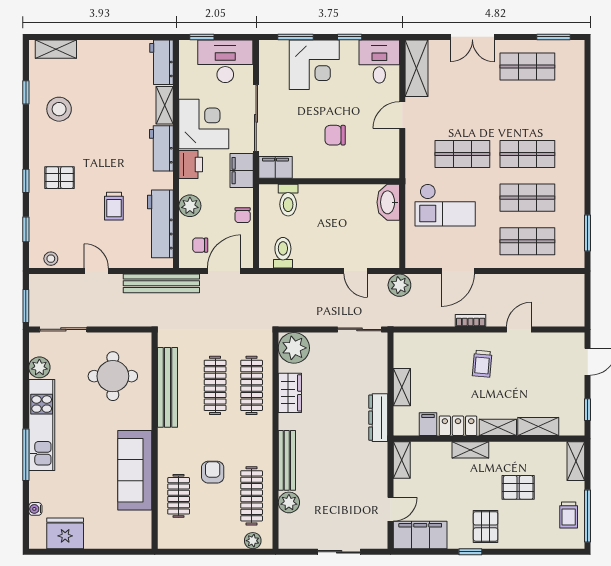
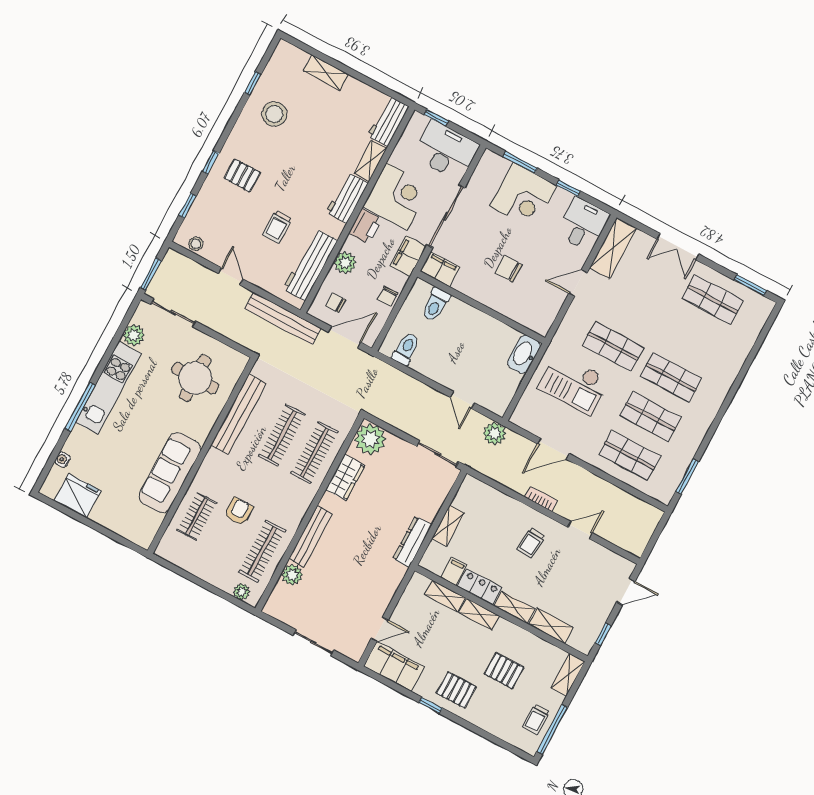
shelving: (56, 49) -> (326, 73), moved
shelving: (402, 460) -> (445, 596), moved, turned 90
pallet: (486, 526) -> (456, 690), turned 90

